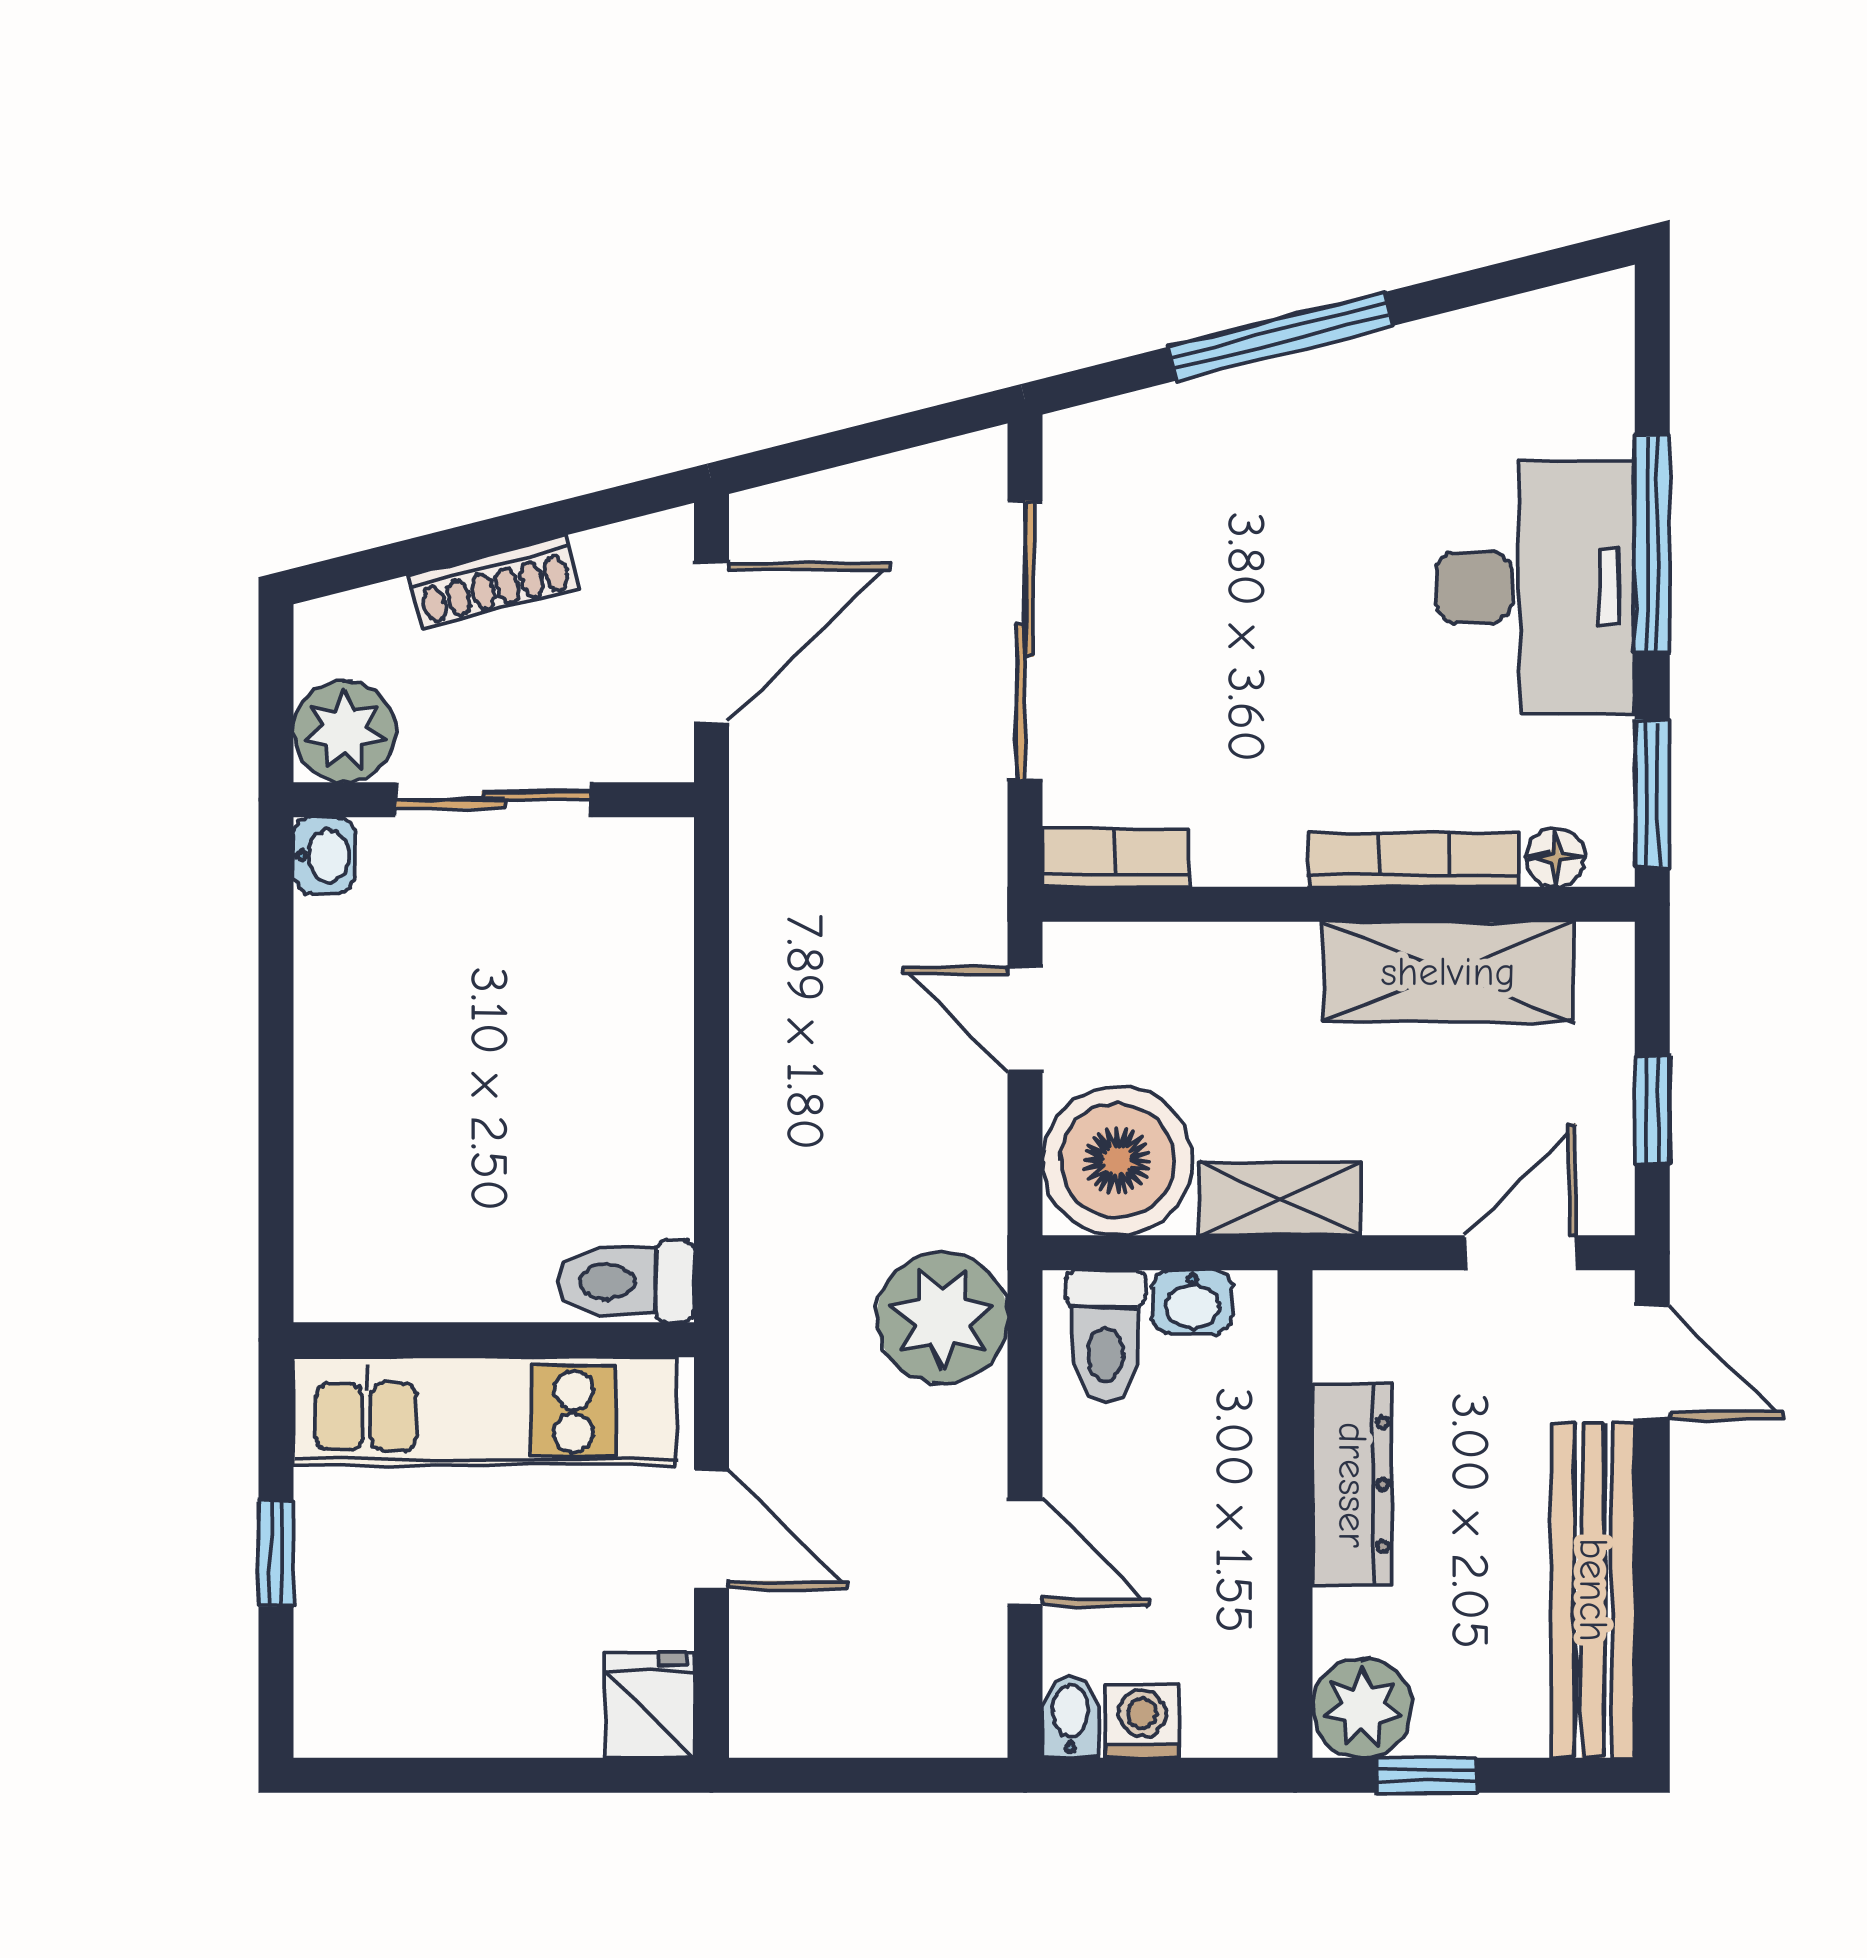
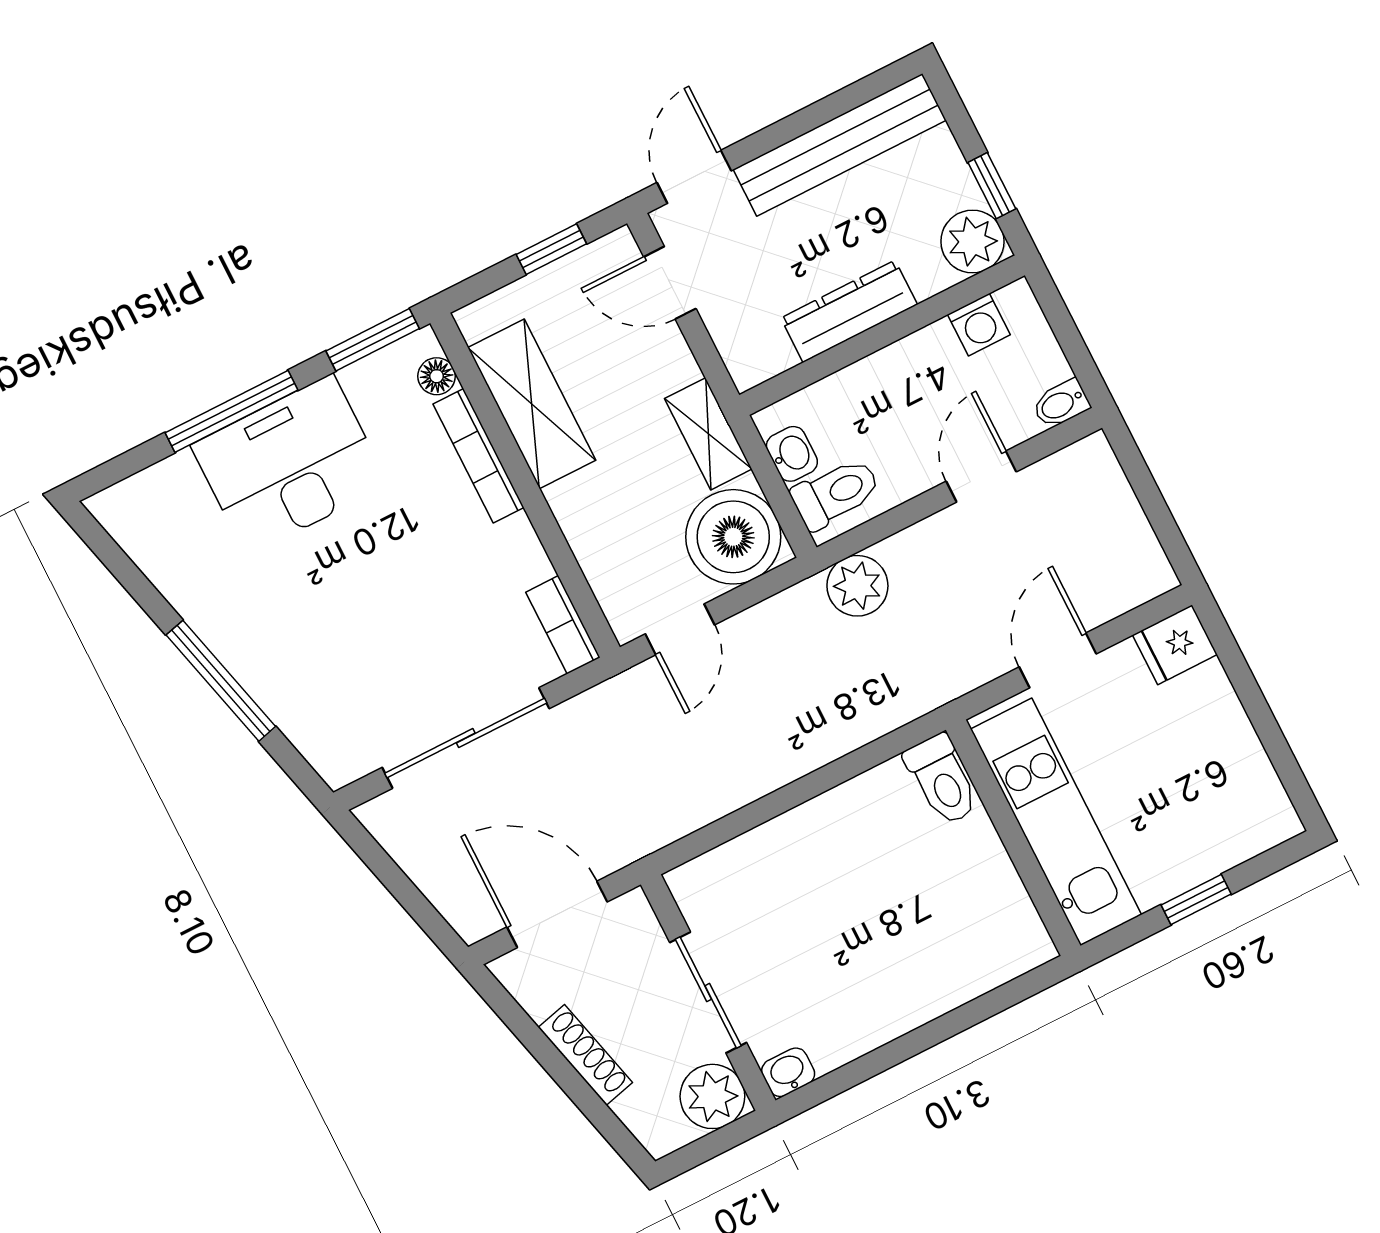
plant: (942, 1318) -> (857, 586), width x0.73, depth x0.73
washing machine: (1142, 1721) -> (979, 325), moved, turned -90

